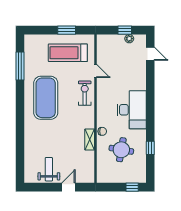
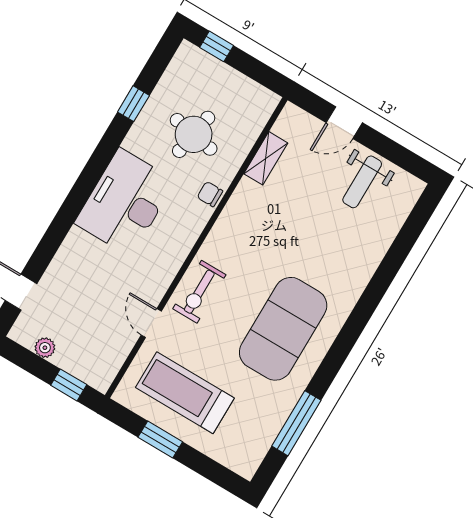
window: (125, 30) -> (69, 385), moved
treadmill: (68, 53) -> (185, 393), turned 180
shelving: (90, 139) -> (266, 158), moved

